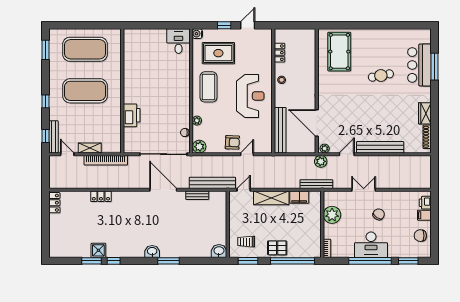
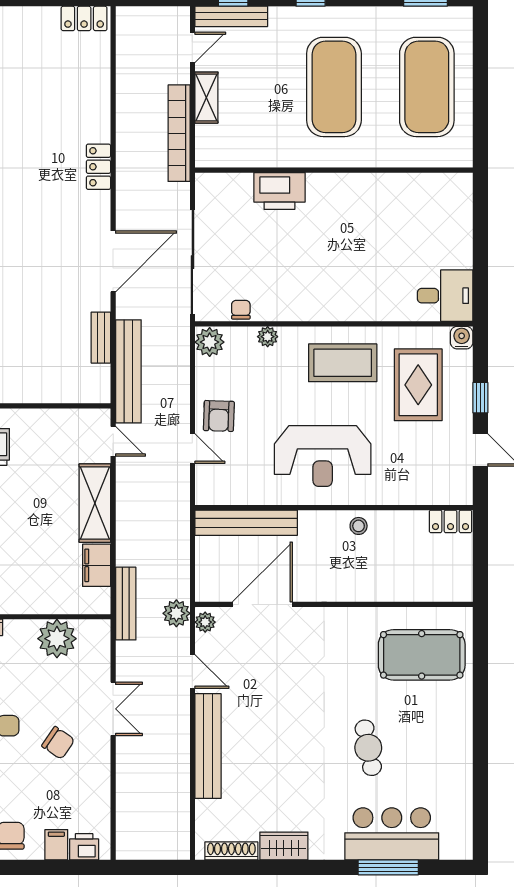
locker: (280, 53) -> (450, 521), moved
locker: (101, 196) -> (98, 167), moved

